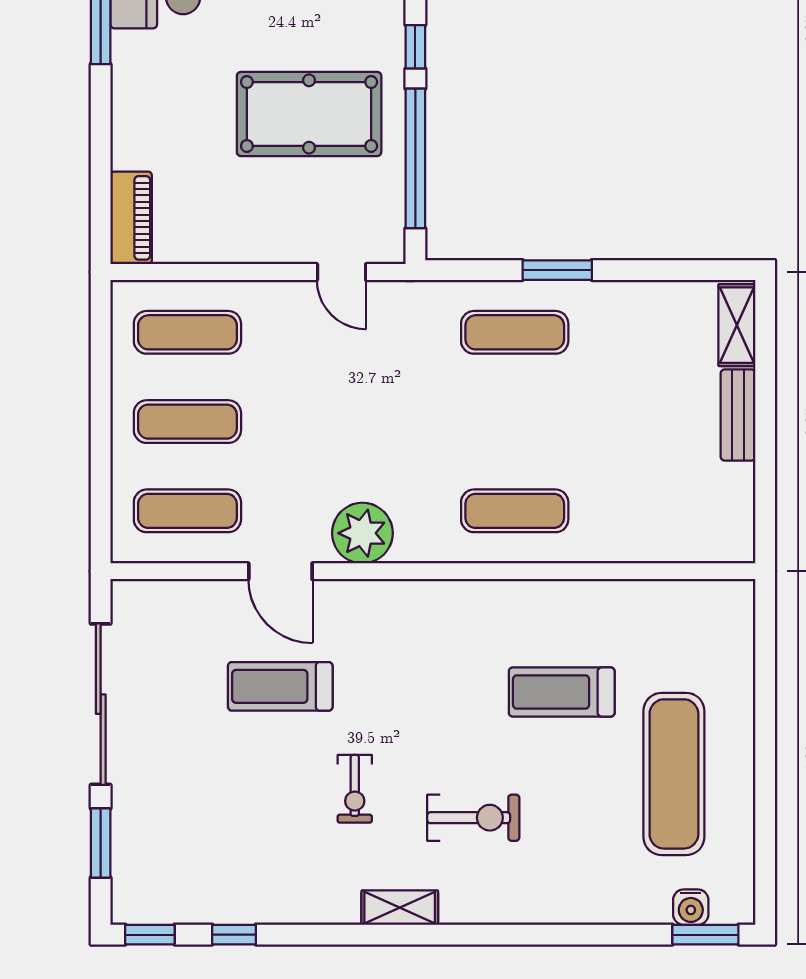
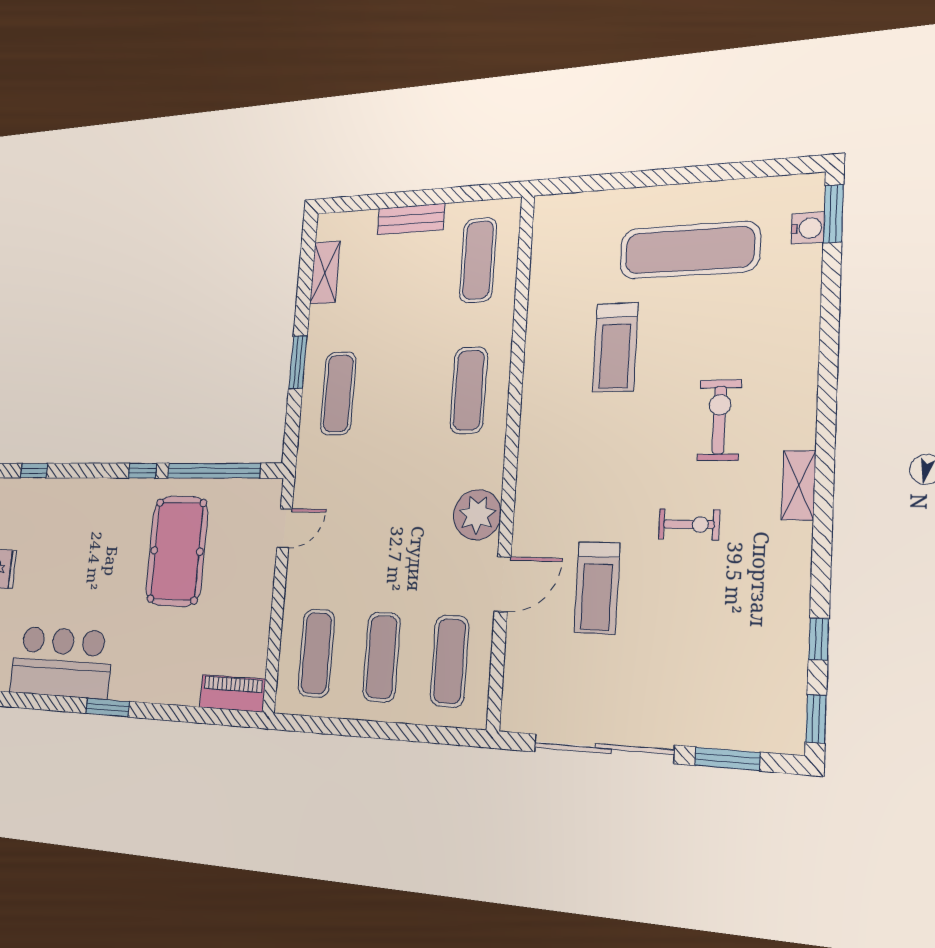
shelving: (737, 325) -> (325, 272), moved, turned 90
exercise mat: (678, 511) -> (478, 260), added

